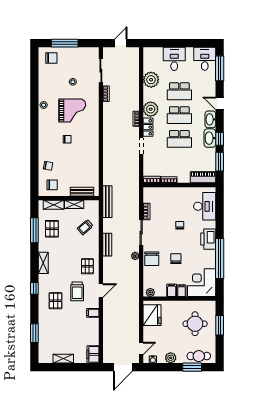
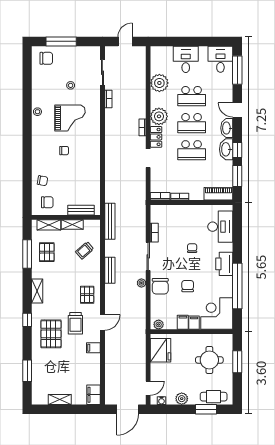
pallet: (55, 301) -> (51, 334), width x1.50, depth x1.42

